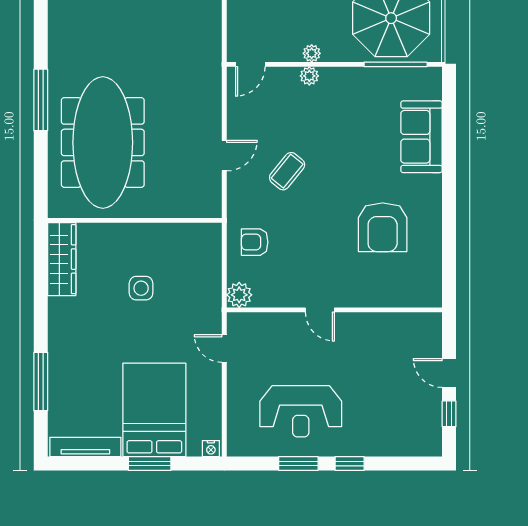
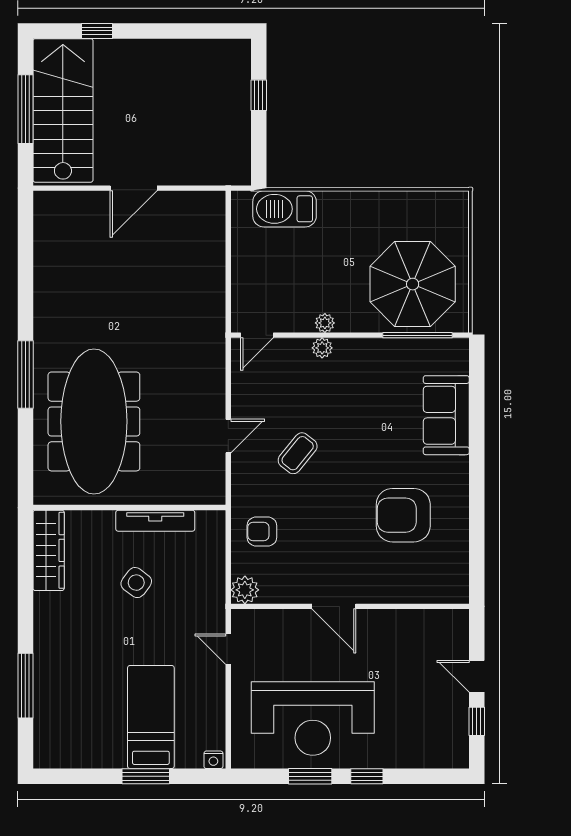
armchair: (383, 227) -> (403, 515), turned 90
side table: (141, 288) -> (136, 583), turned 37
door: (320, 310) -> (334, 606), width x1.38
bed: (154, 410) -> (151, 717), width x0.67
reception desk: (301, 411) -> (313, 719), width x1.36, depth x1.30
tv unit: (85, 447) -> (155, 521), moved, turned 180

